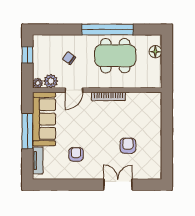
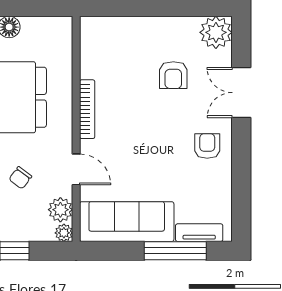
window: (27, 131) -> (175, 251), moved
armchair: (128, 146) -> (173, 75), turned -90
armchair: (76, 154) -> (207, 146), moved, turned 90
plant: (152, 170) -> (216, 32), added

